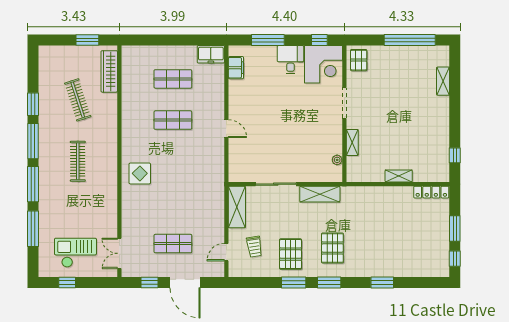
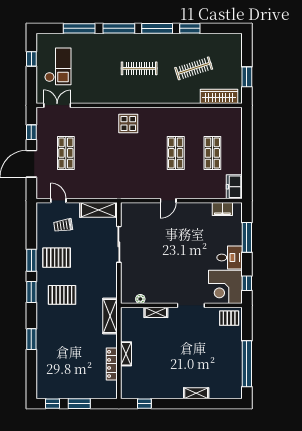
shelving: (443, 81) -> (196, 393), moved
locker: (431, 192) -> (112, 364), moved
shelving: (320, 194) -> (110, 316), moved

